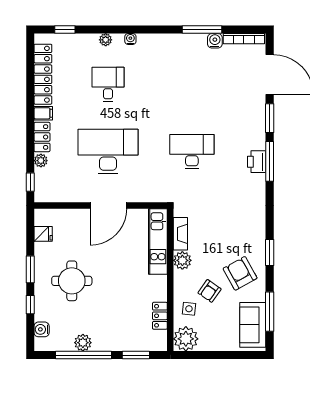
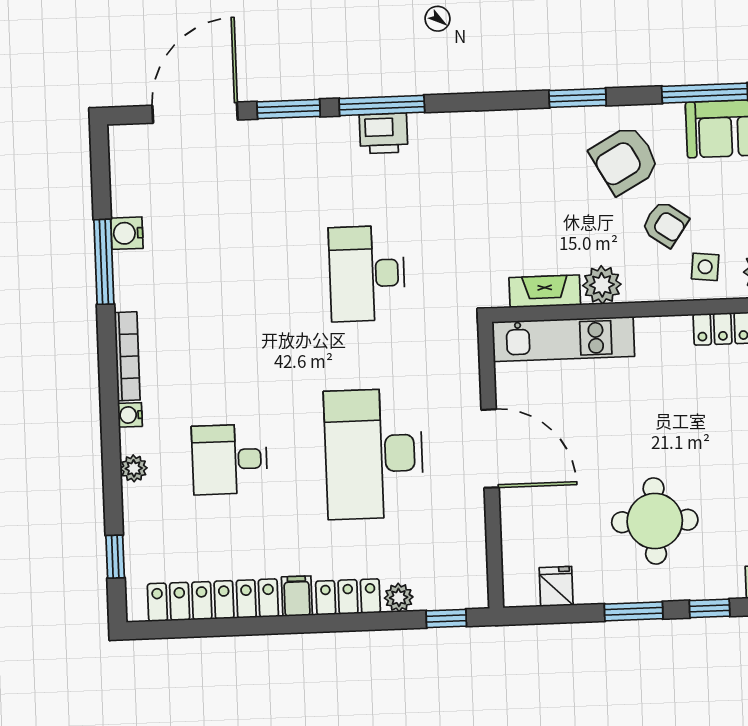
bookcase: (244, 39) -> (127, 356), moved

